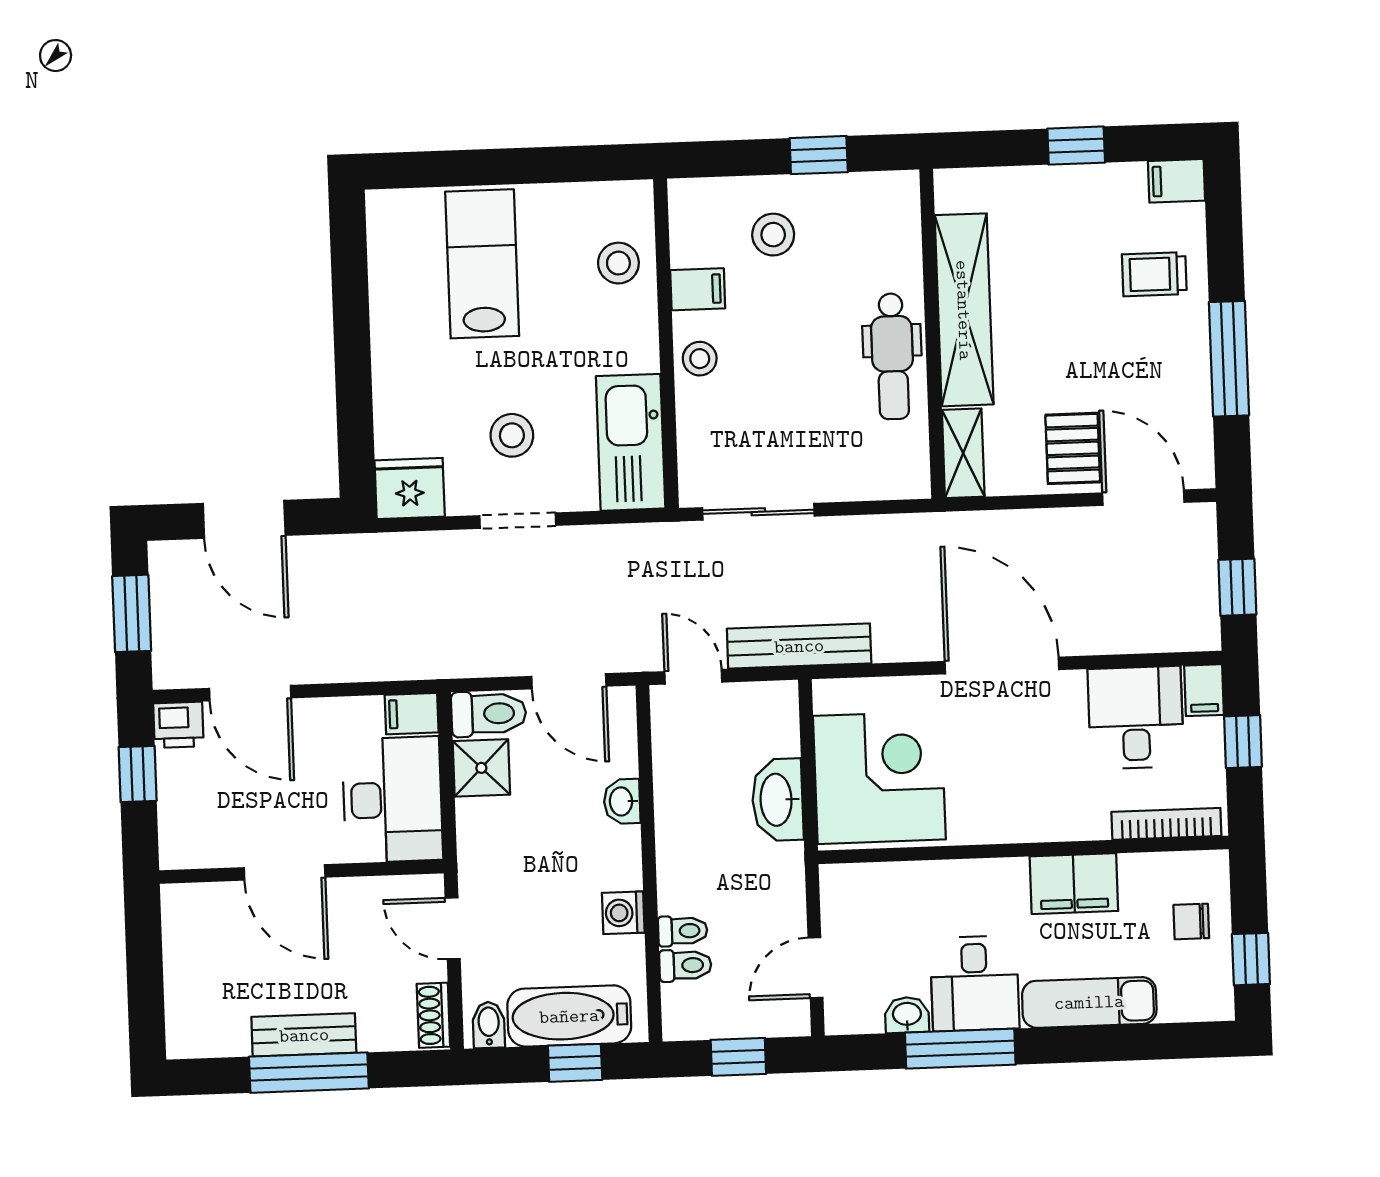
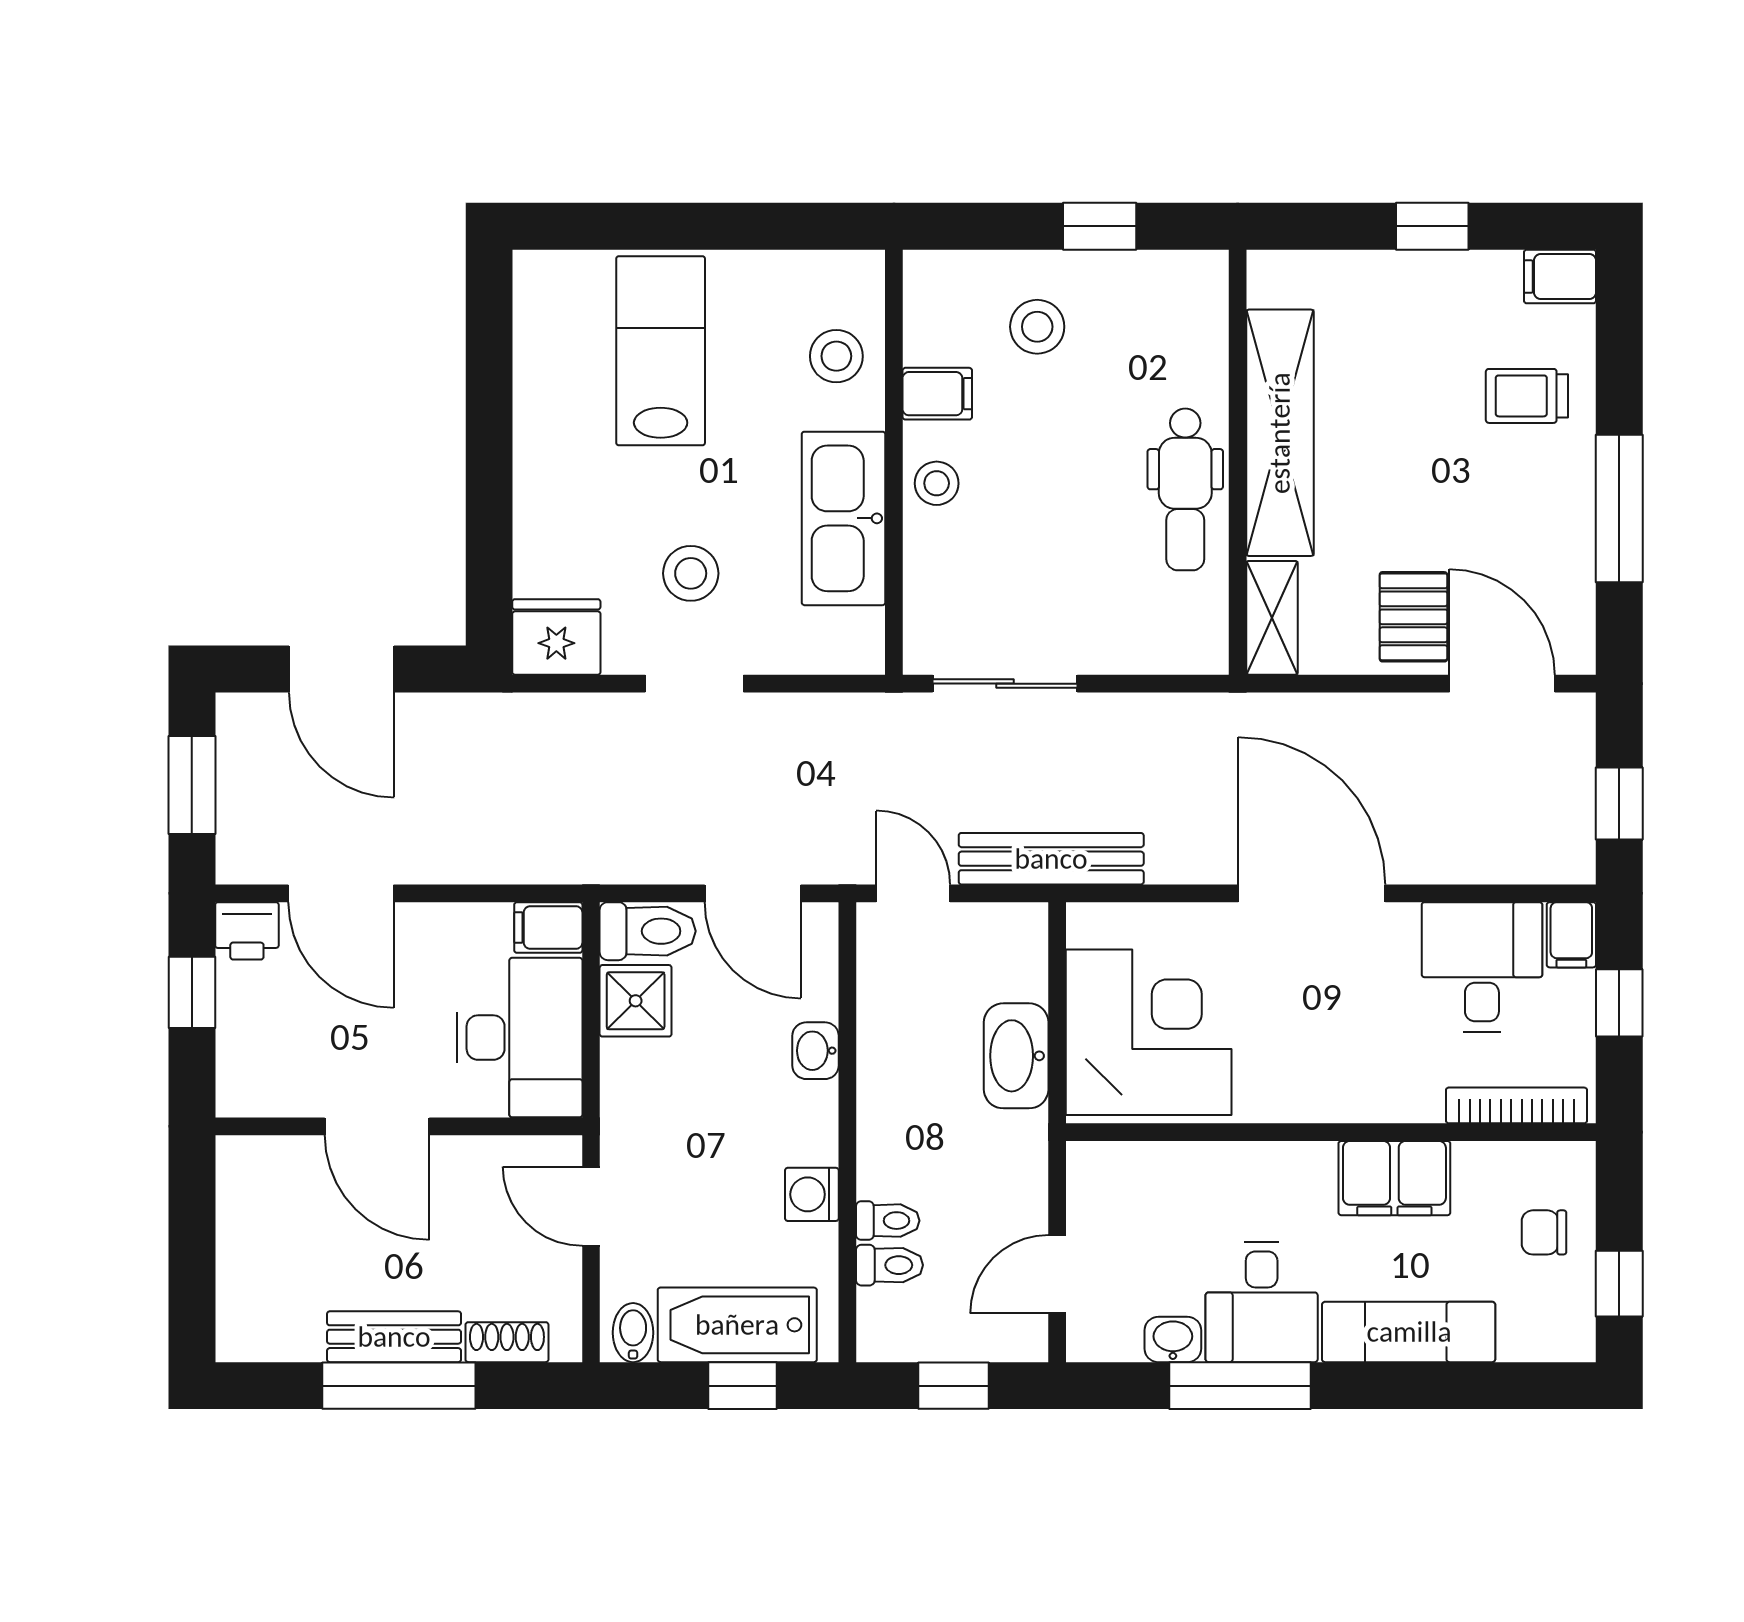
kitchen sink: (631, 442) -> (843, 518), moved
shoe rack: (433, 1015) -> (507, 1342), moved, turned 90

